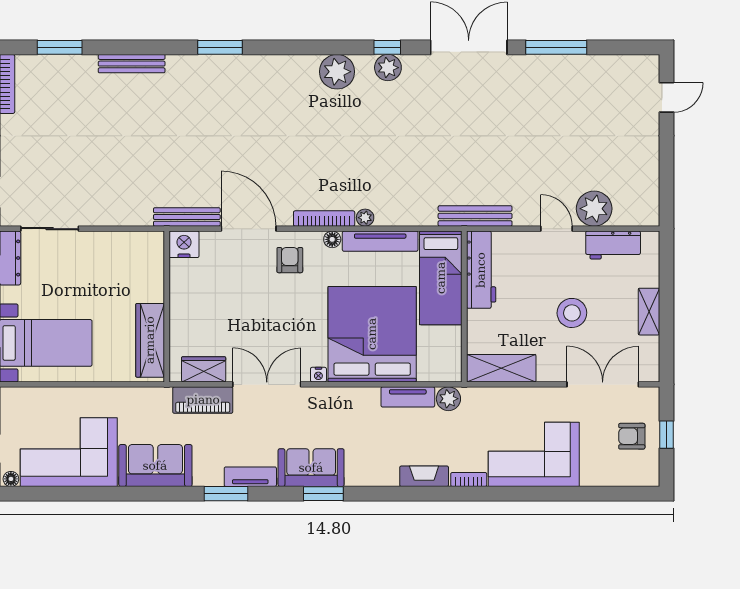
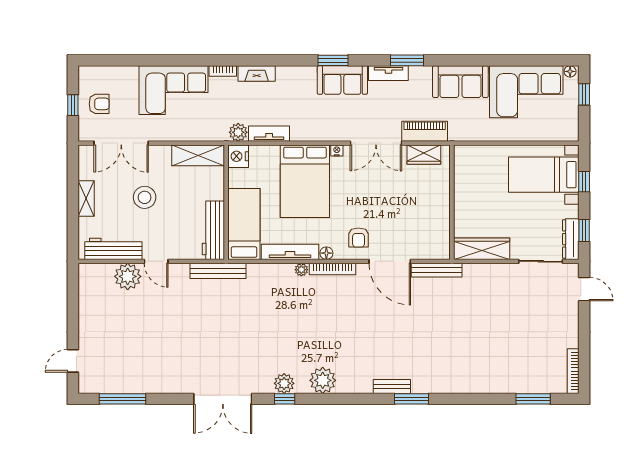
window: (556, 47) -> (123, 399), moved
bench: (132, 64) -> (392, 386), moved, width x0.73
nightstand: (184, 244) -> (238, 156), moved, turned 90
workbench: (613, 245) -> (113, 249), width x1.38
bed: (372, 334) -> (305, 181), width x0.73
wardrobe: (150, 340) -> (482, 249), moved, turned -90

